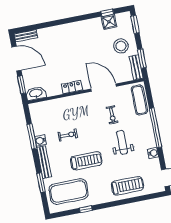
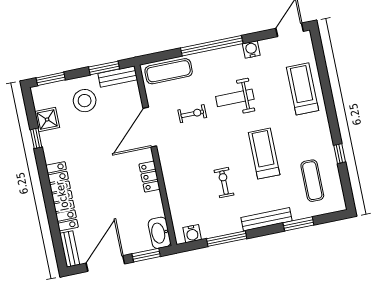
window: (107, 13) -> (36, 138), moved
locker: (60, 31) -> (62, 196), added
water cooler: (40, 141) -> (192, 234), moved
exercise mat: (69, 192) -> (312, 181), width x0.50, depth x0.69

